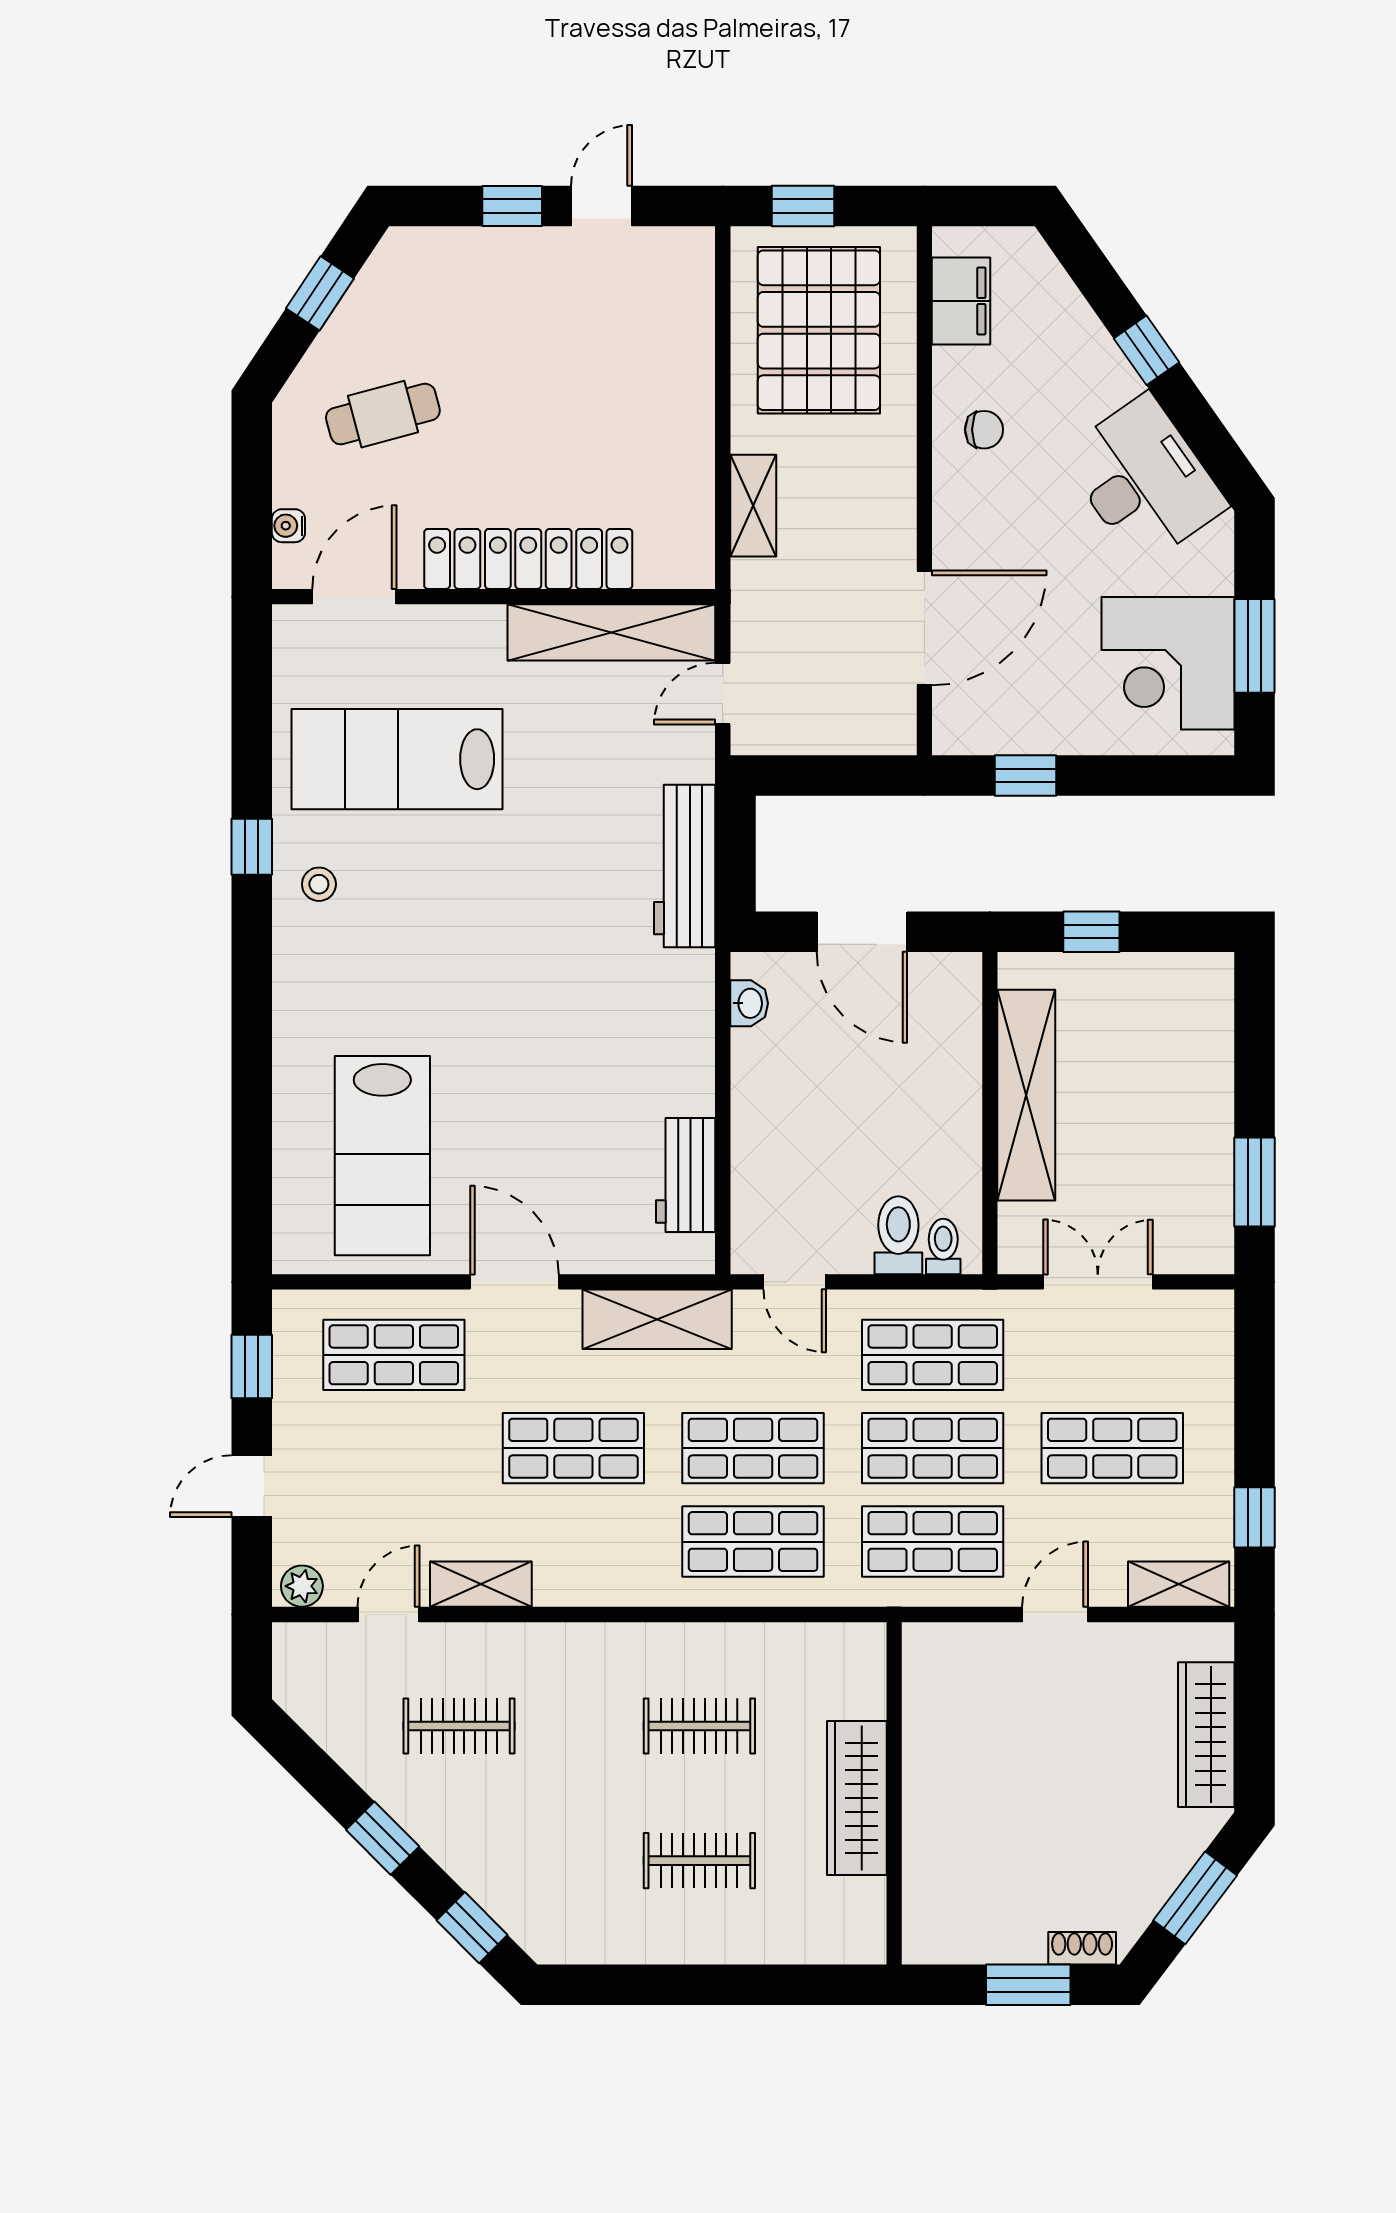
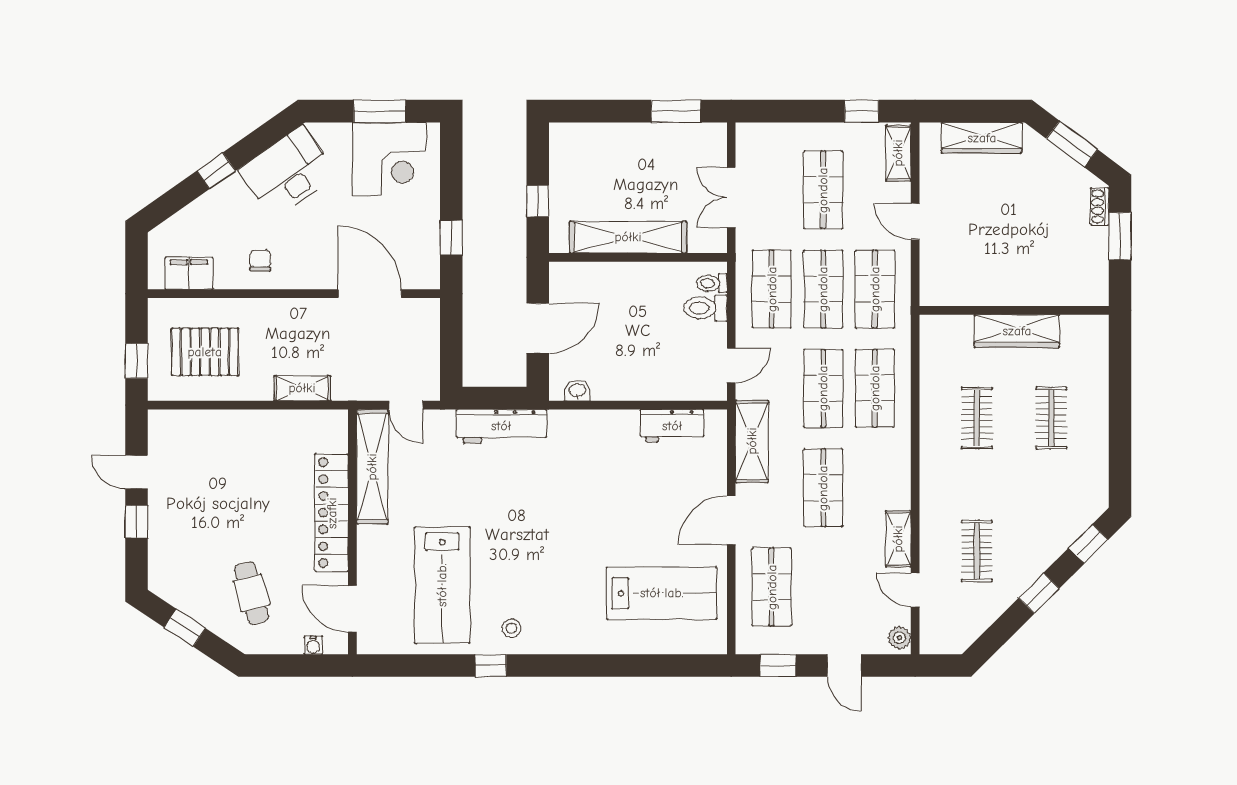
pallet: (819, 330) -> (205, 352), width x0.73, depth x0.71

